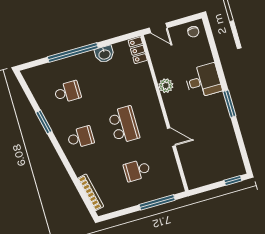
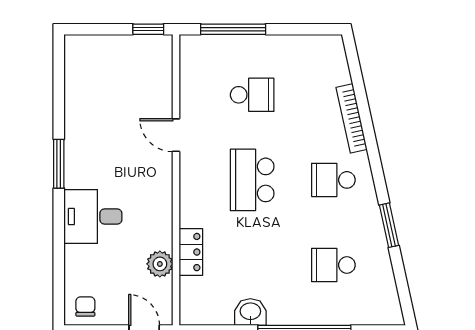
locker: (138, 50) -> (191, 252), moved
plant: (166, 86) -> (160, 264), moved
window: (233, 180) -> (148, 29), moved
bookcase: (91, 192) -> (352, 118), moved

